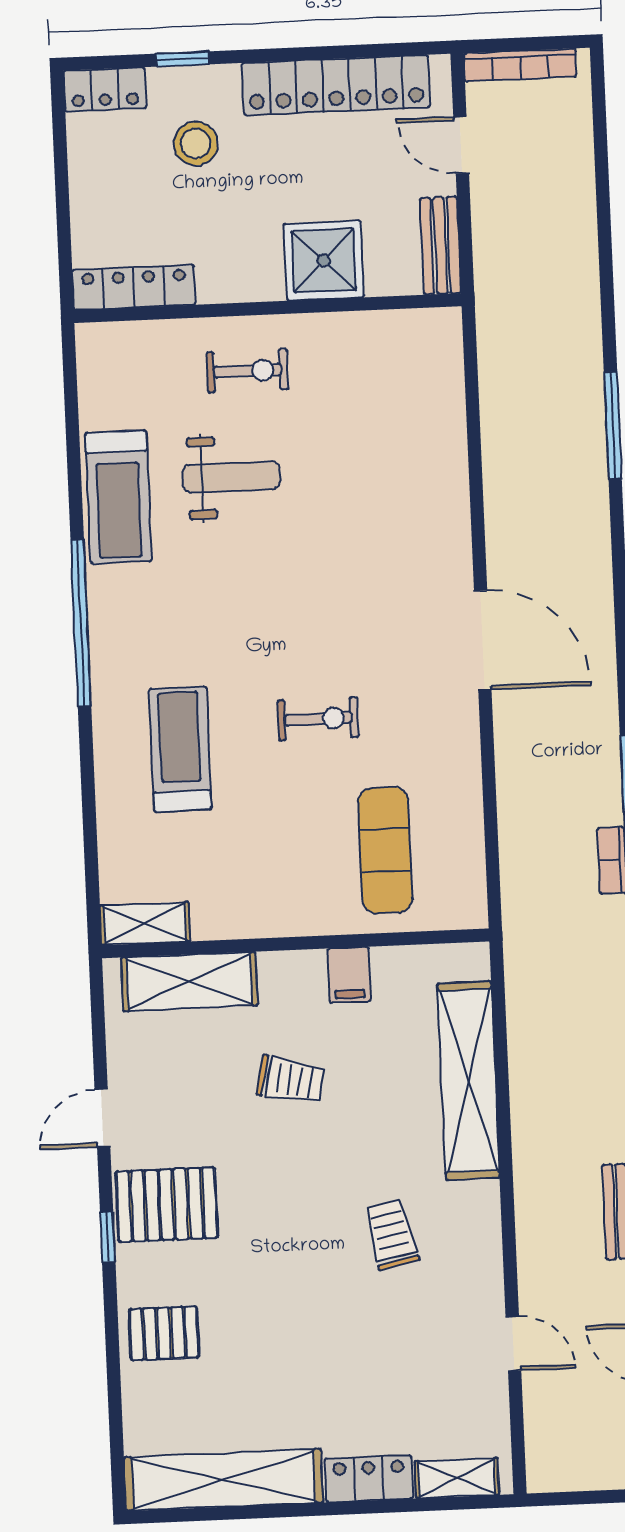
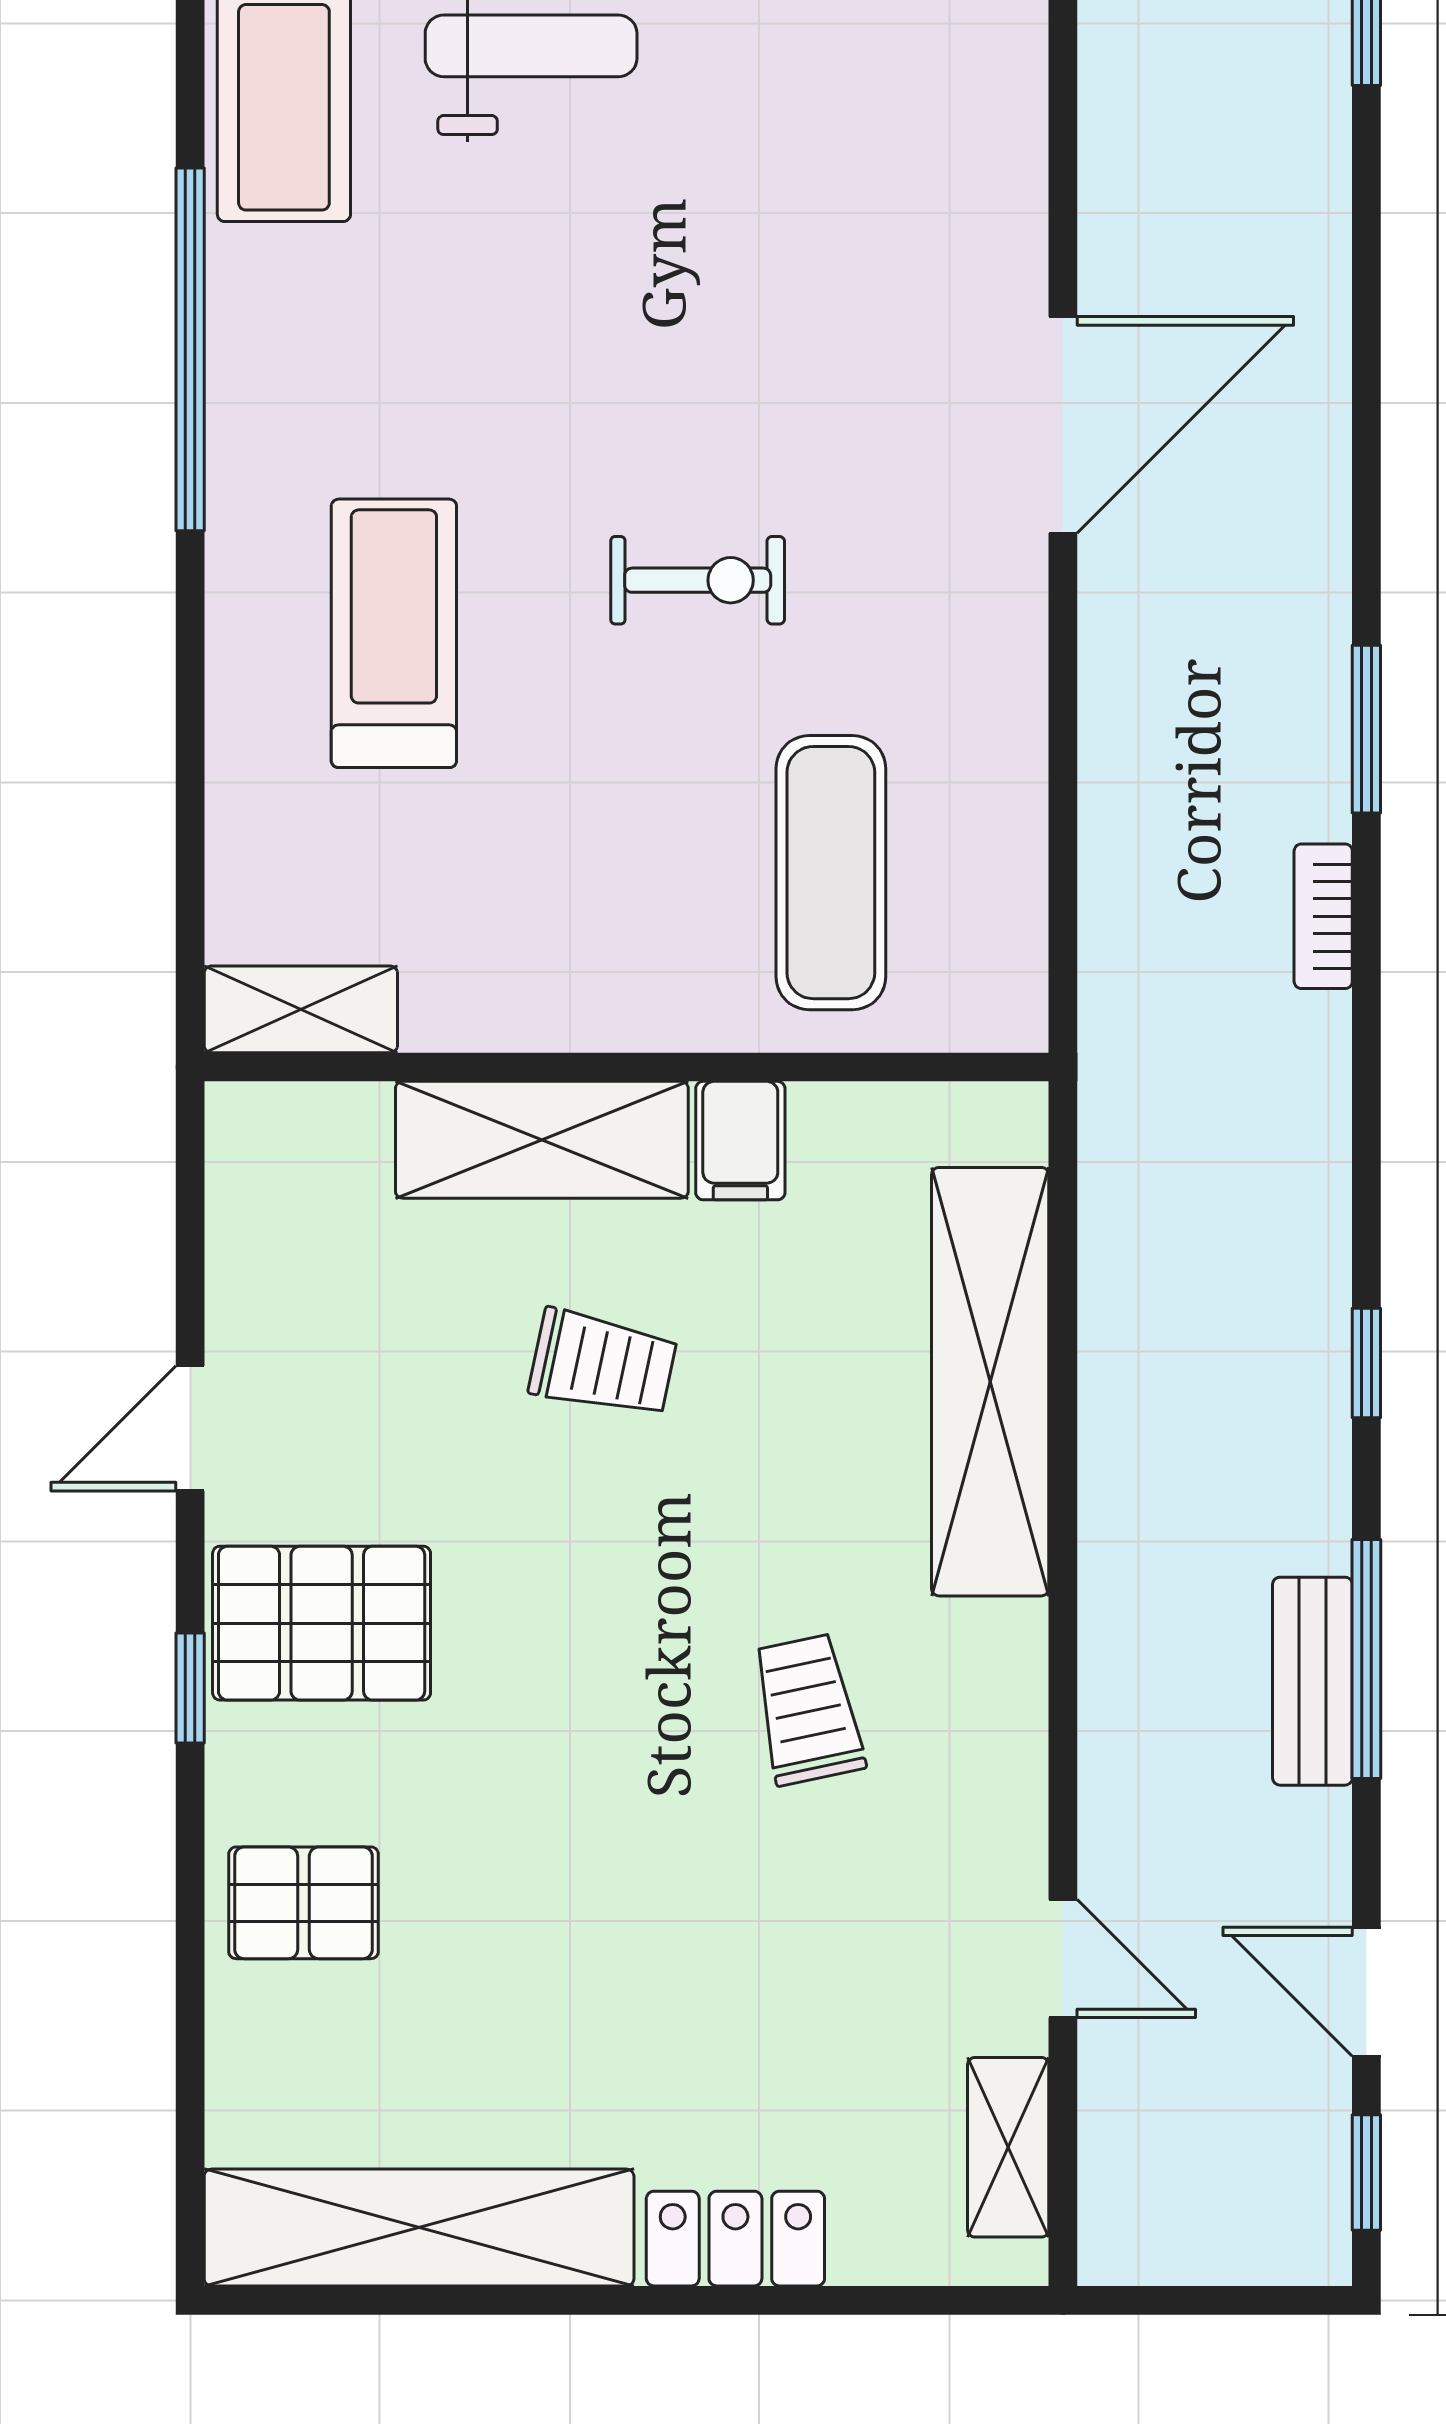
door: (483, 640) -> (1063, 425), hinge flipped
shelving: (189, 982) -> (542, 1140), moved
shelving: (457, 1478) -> (1008, 2147), moved, turned 90

